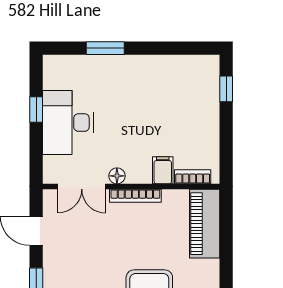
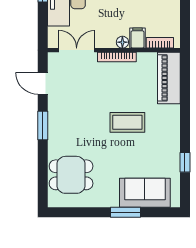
floor lamp: (117, 176) -> (122, 42), moved
double door: (82, 187) -> (77, 50), swing flipped

